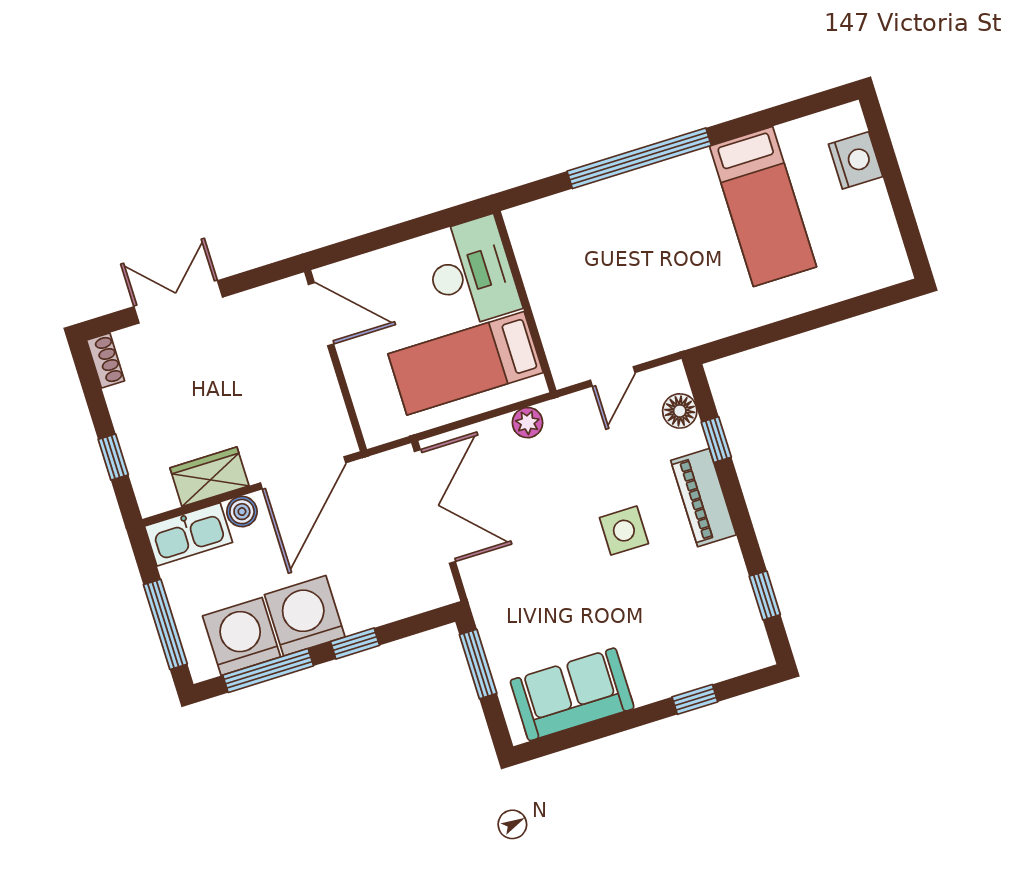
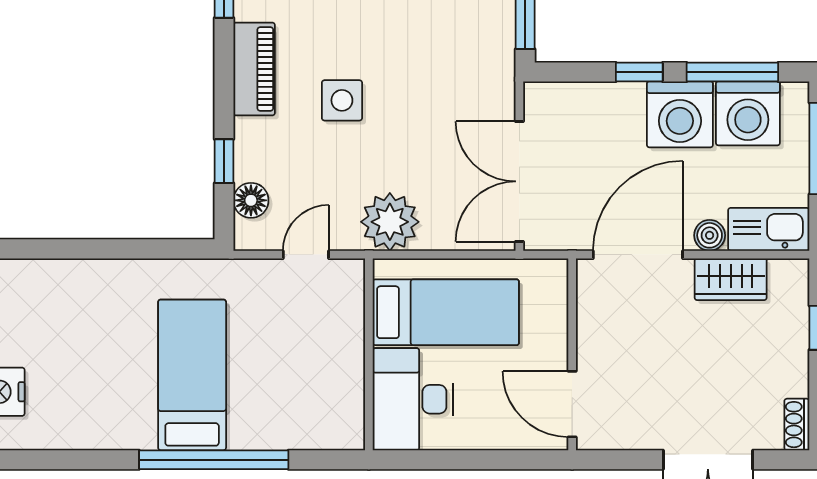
bed: (763, 206) -> (192, 375), moved
plant: (527, 423) -> (390, 222), width x1.87, depth x1.87
piano: (703, 498) -> (254, 69), moved

